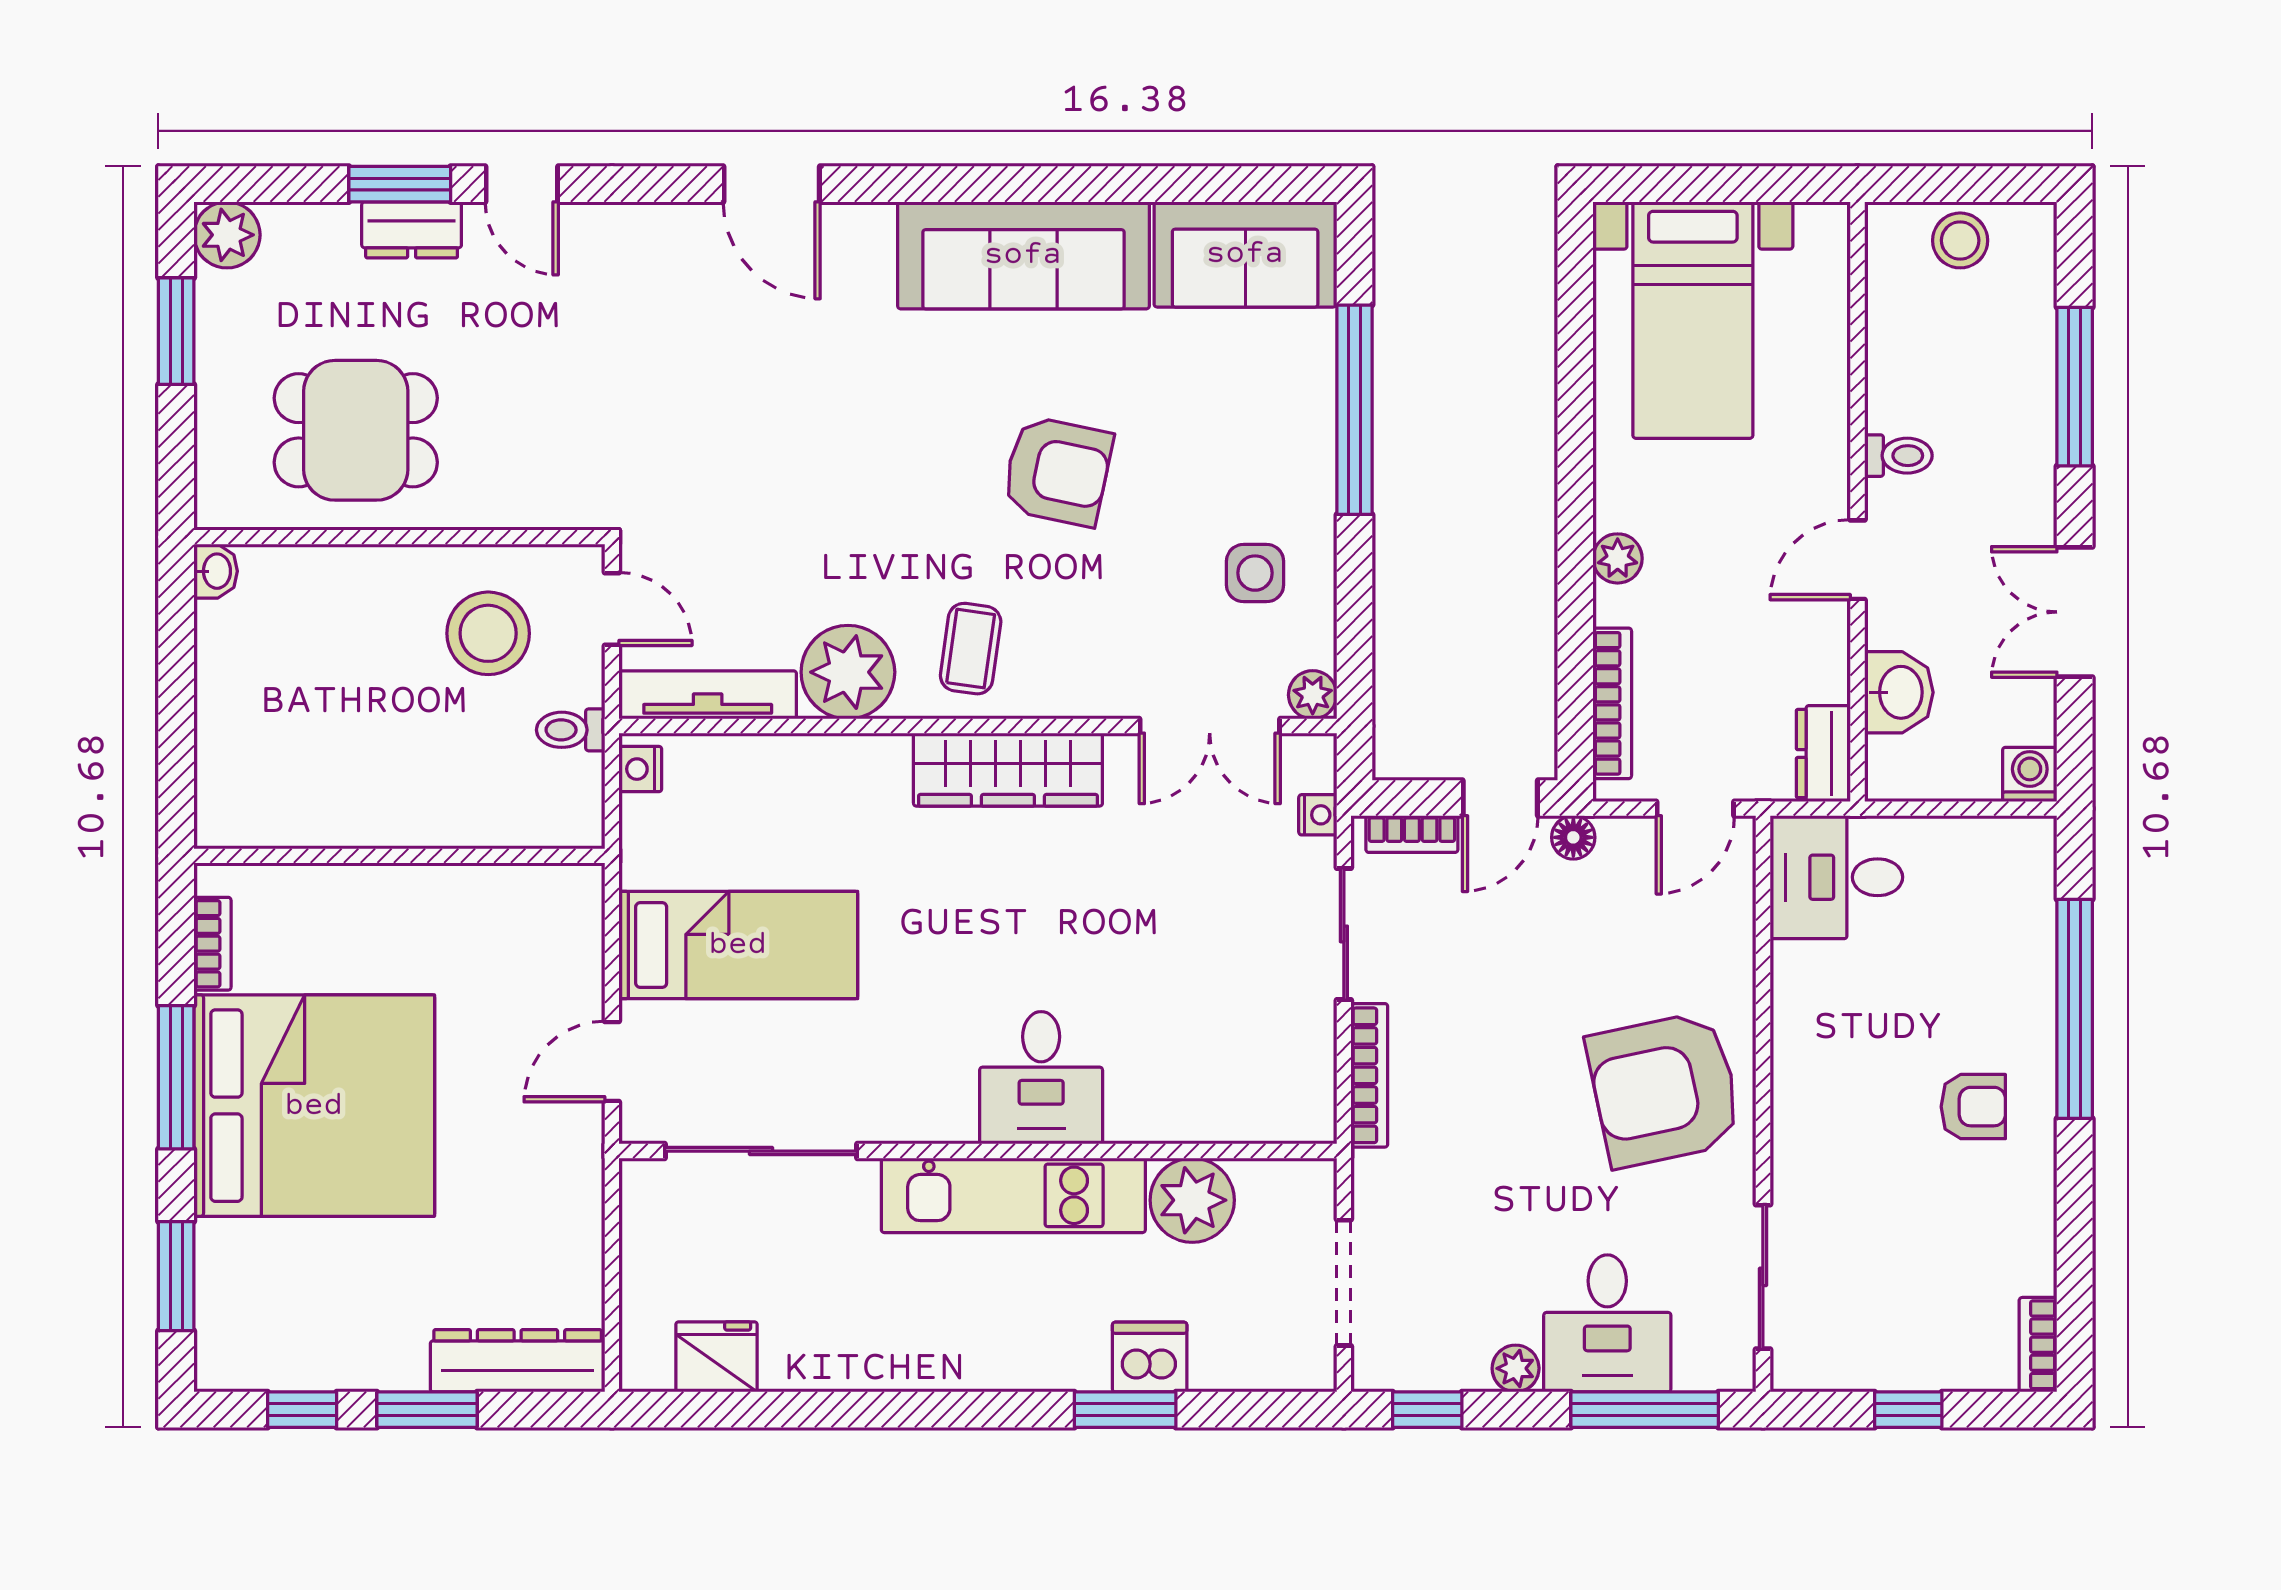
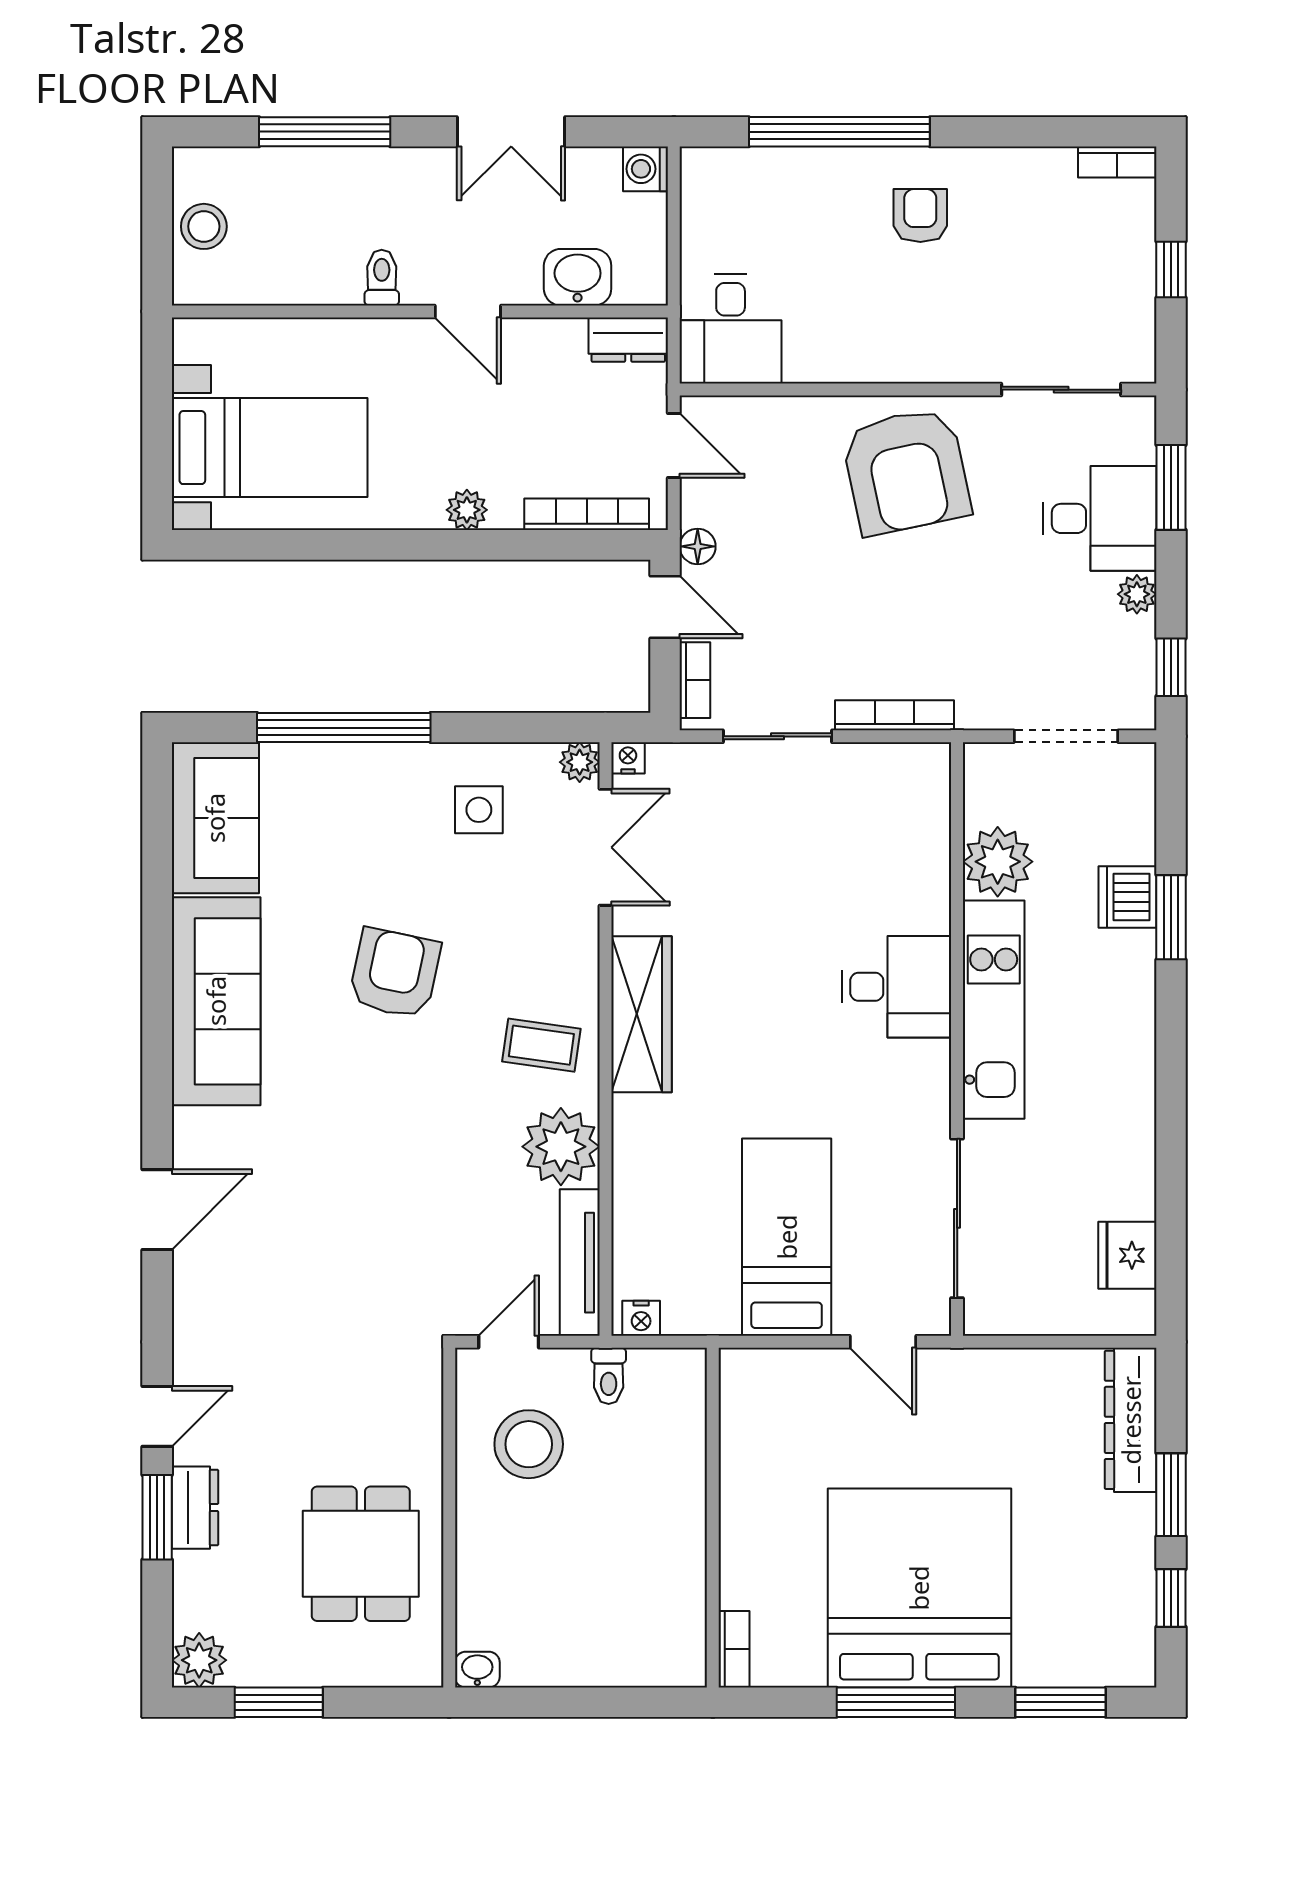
nightstand: (1318, 815) -> (628, 758), moved
bookcase: (212, 944) -> (734, 1649), moved, turned 90
window: (1645, 1410) -> (1171, 487), width x0.69

